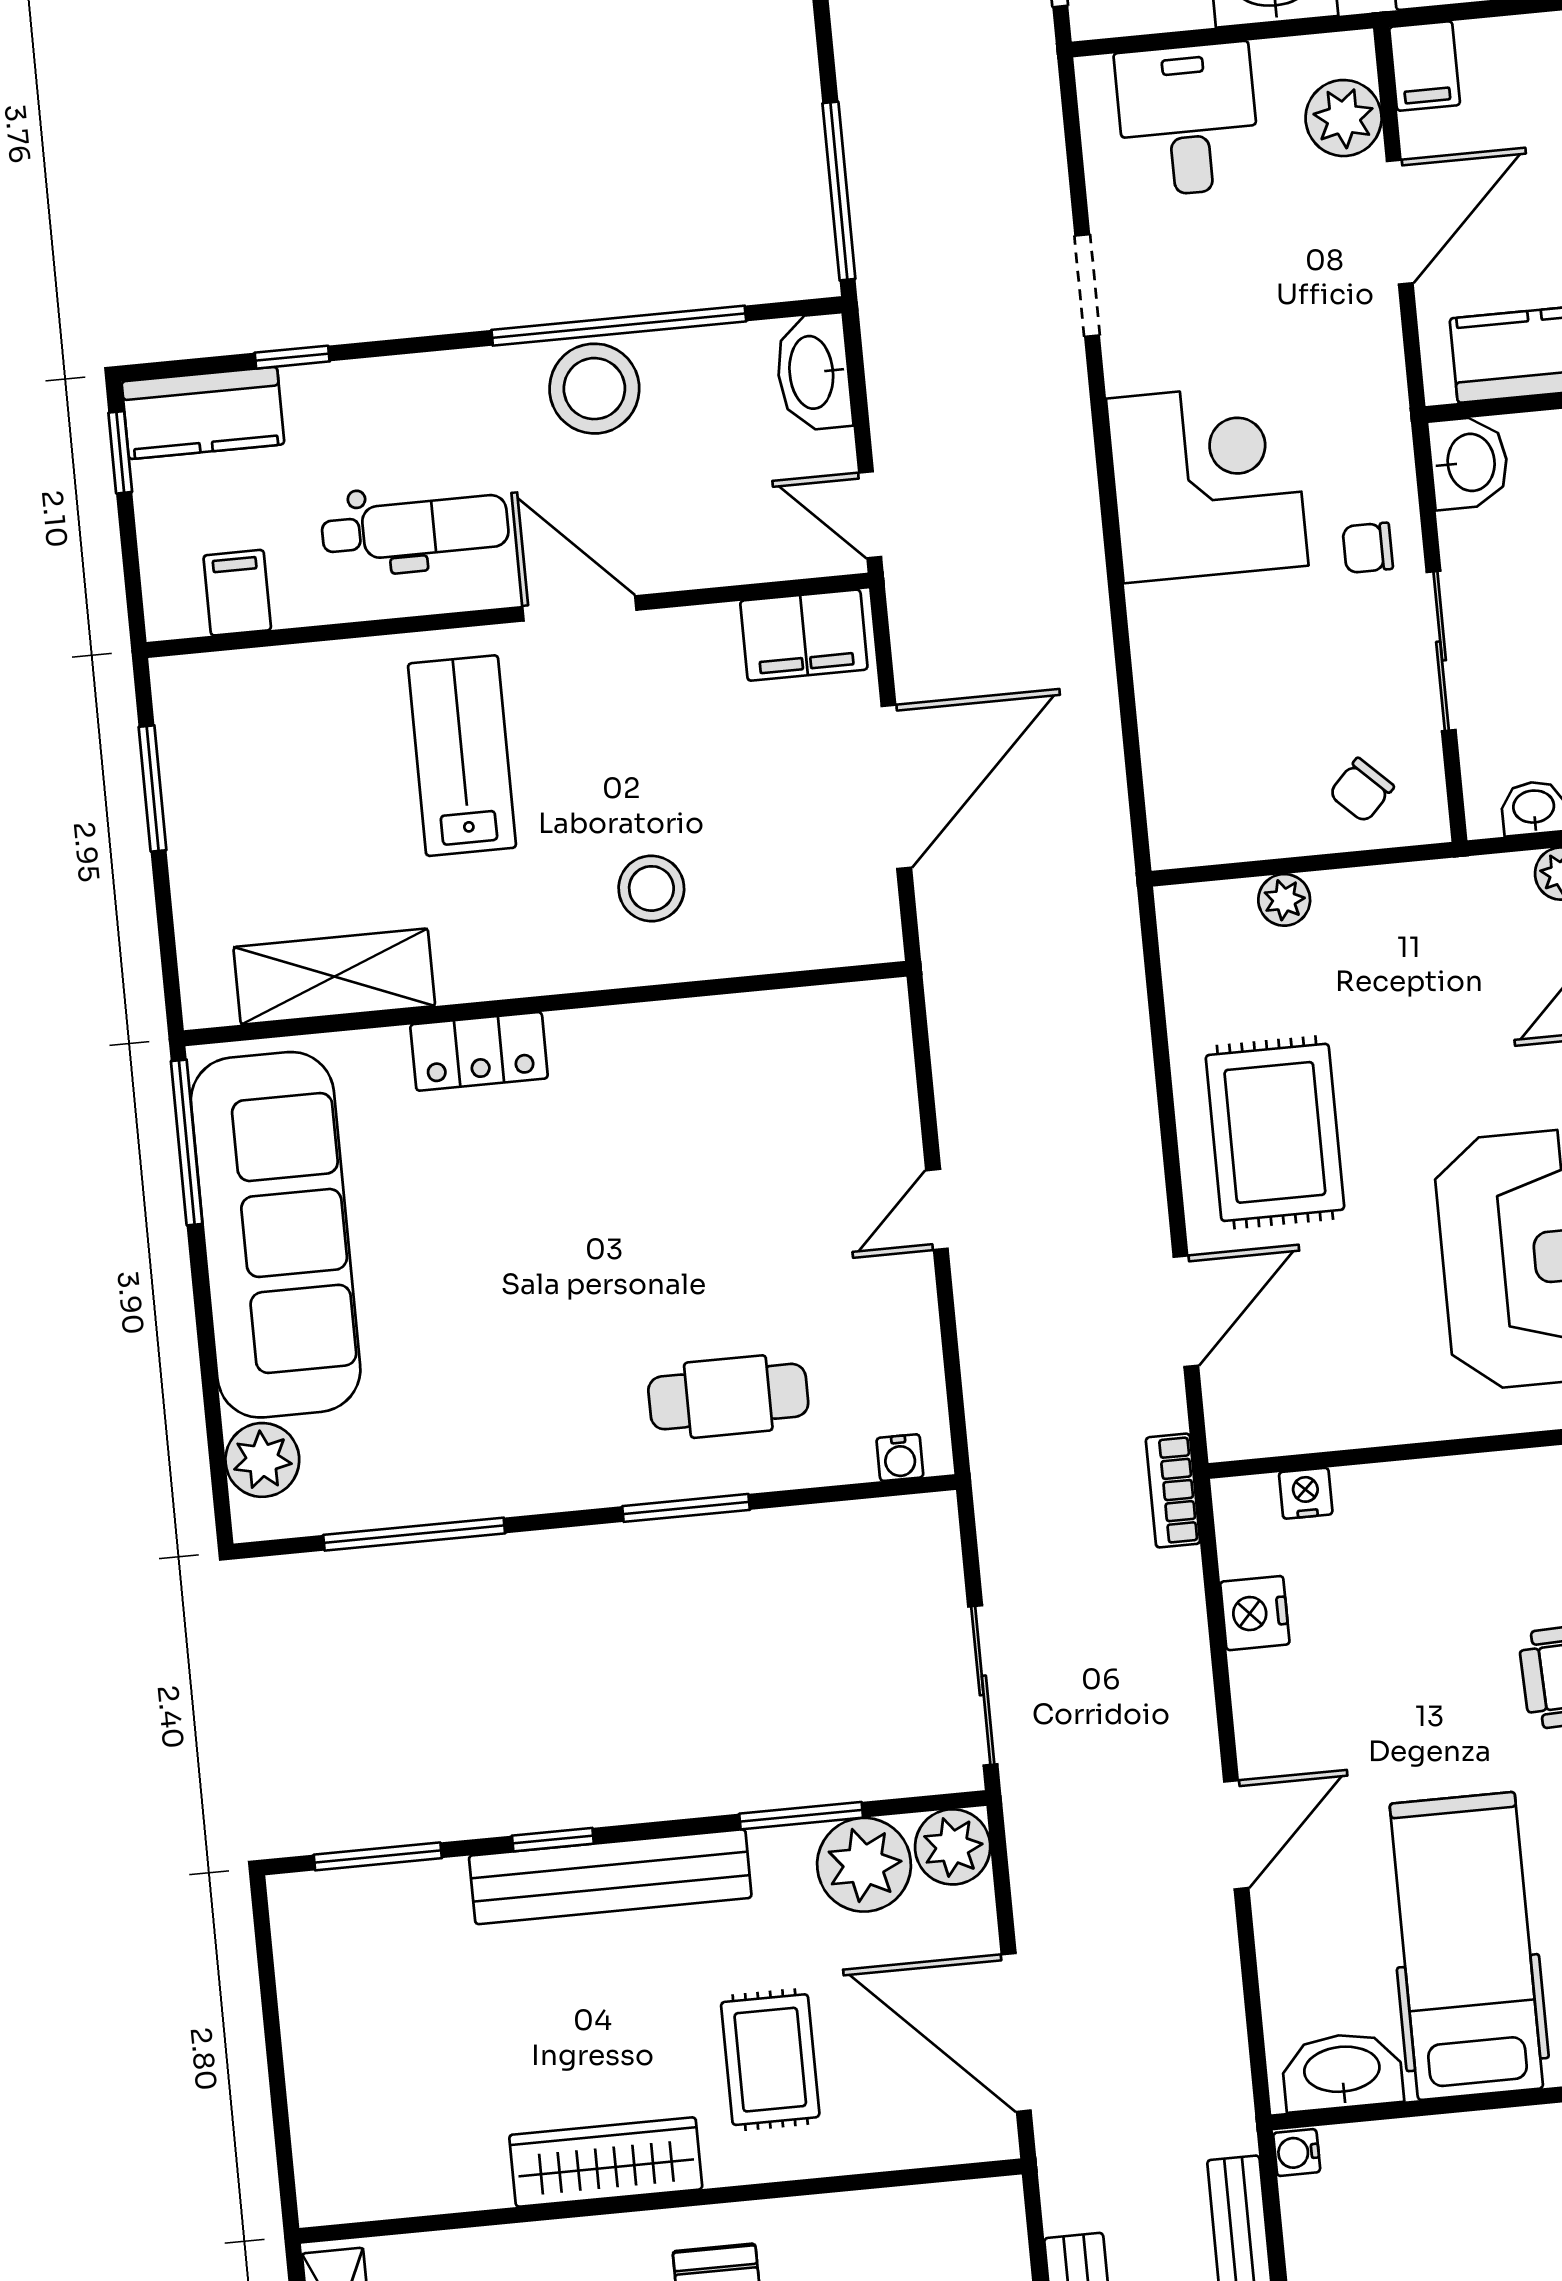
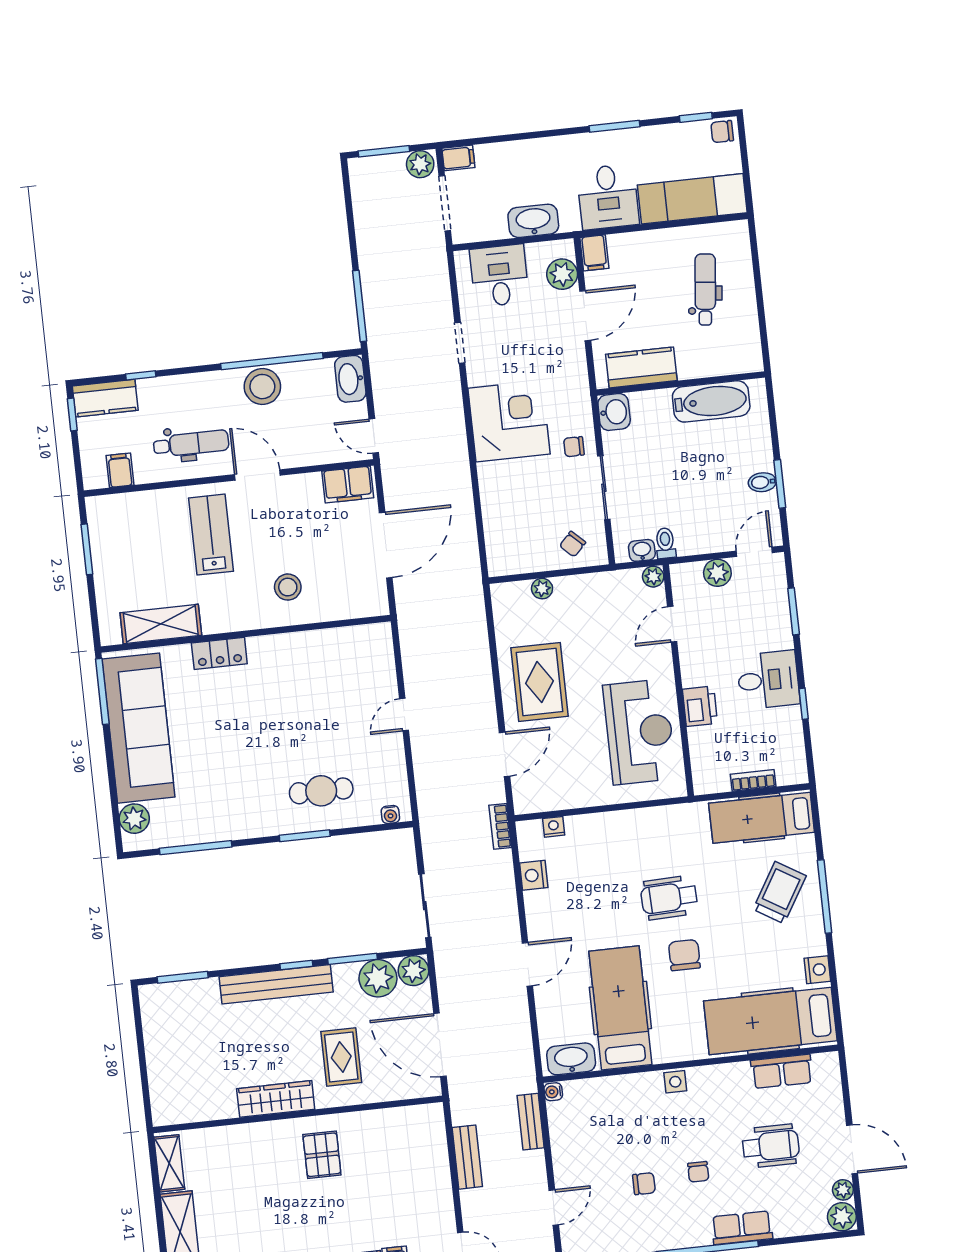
window: (553, 1840) -> (296, 965), moved

